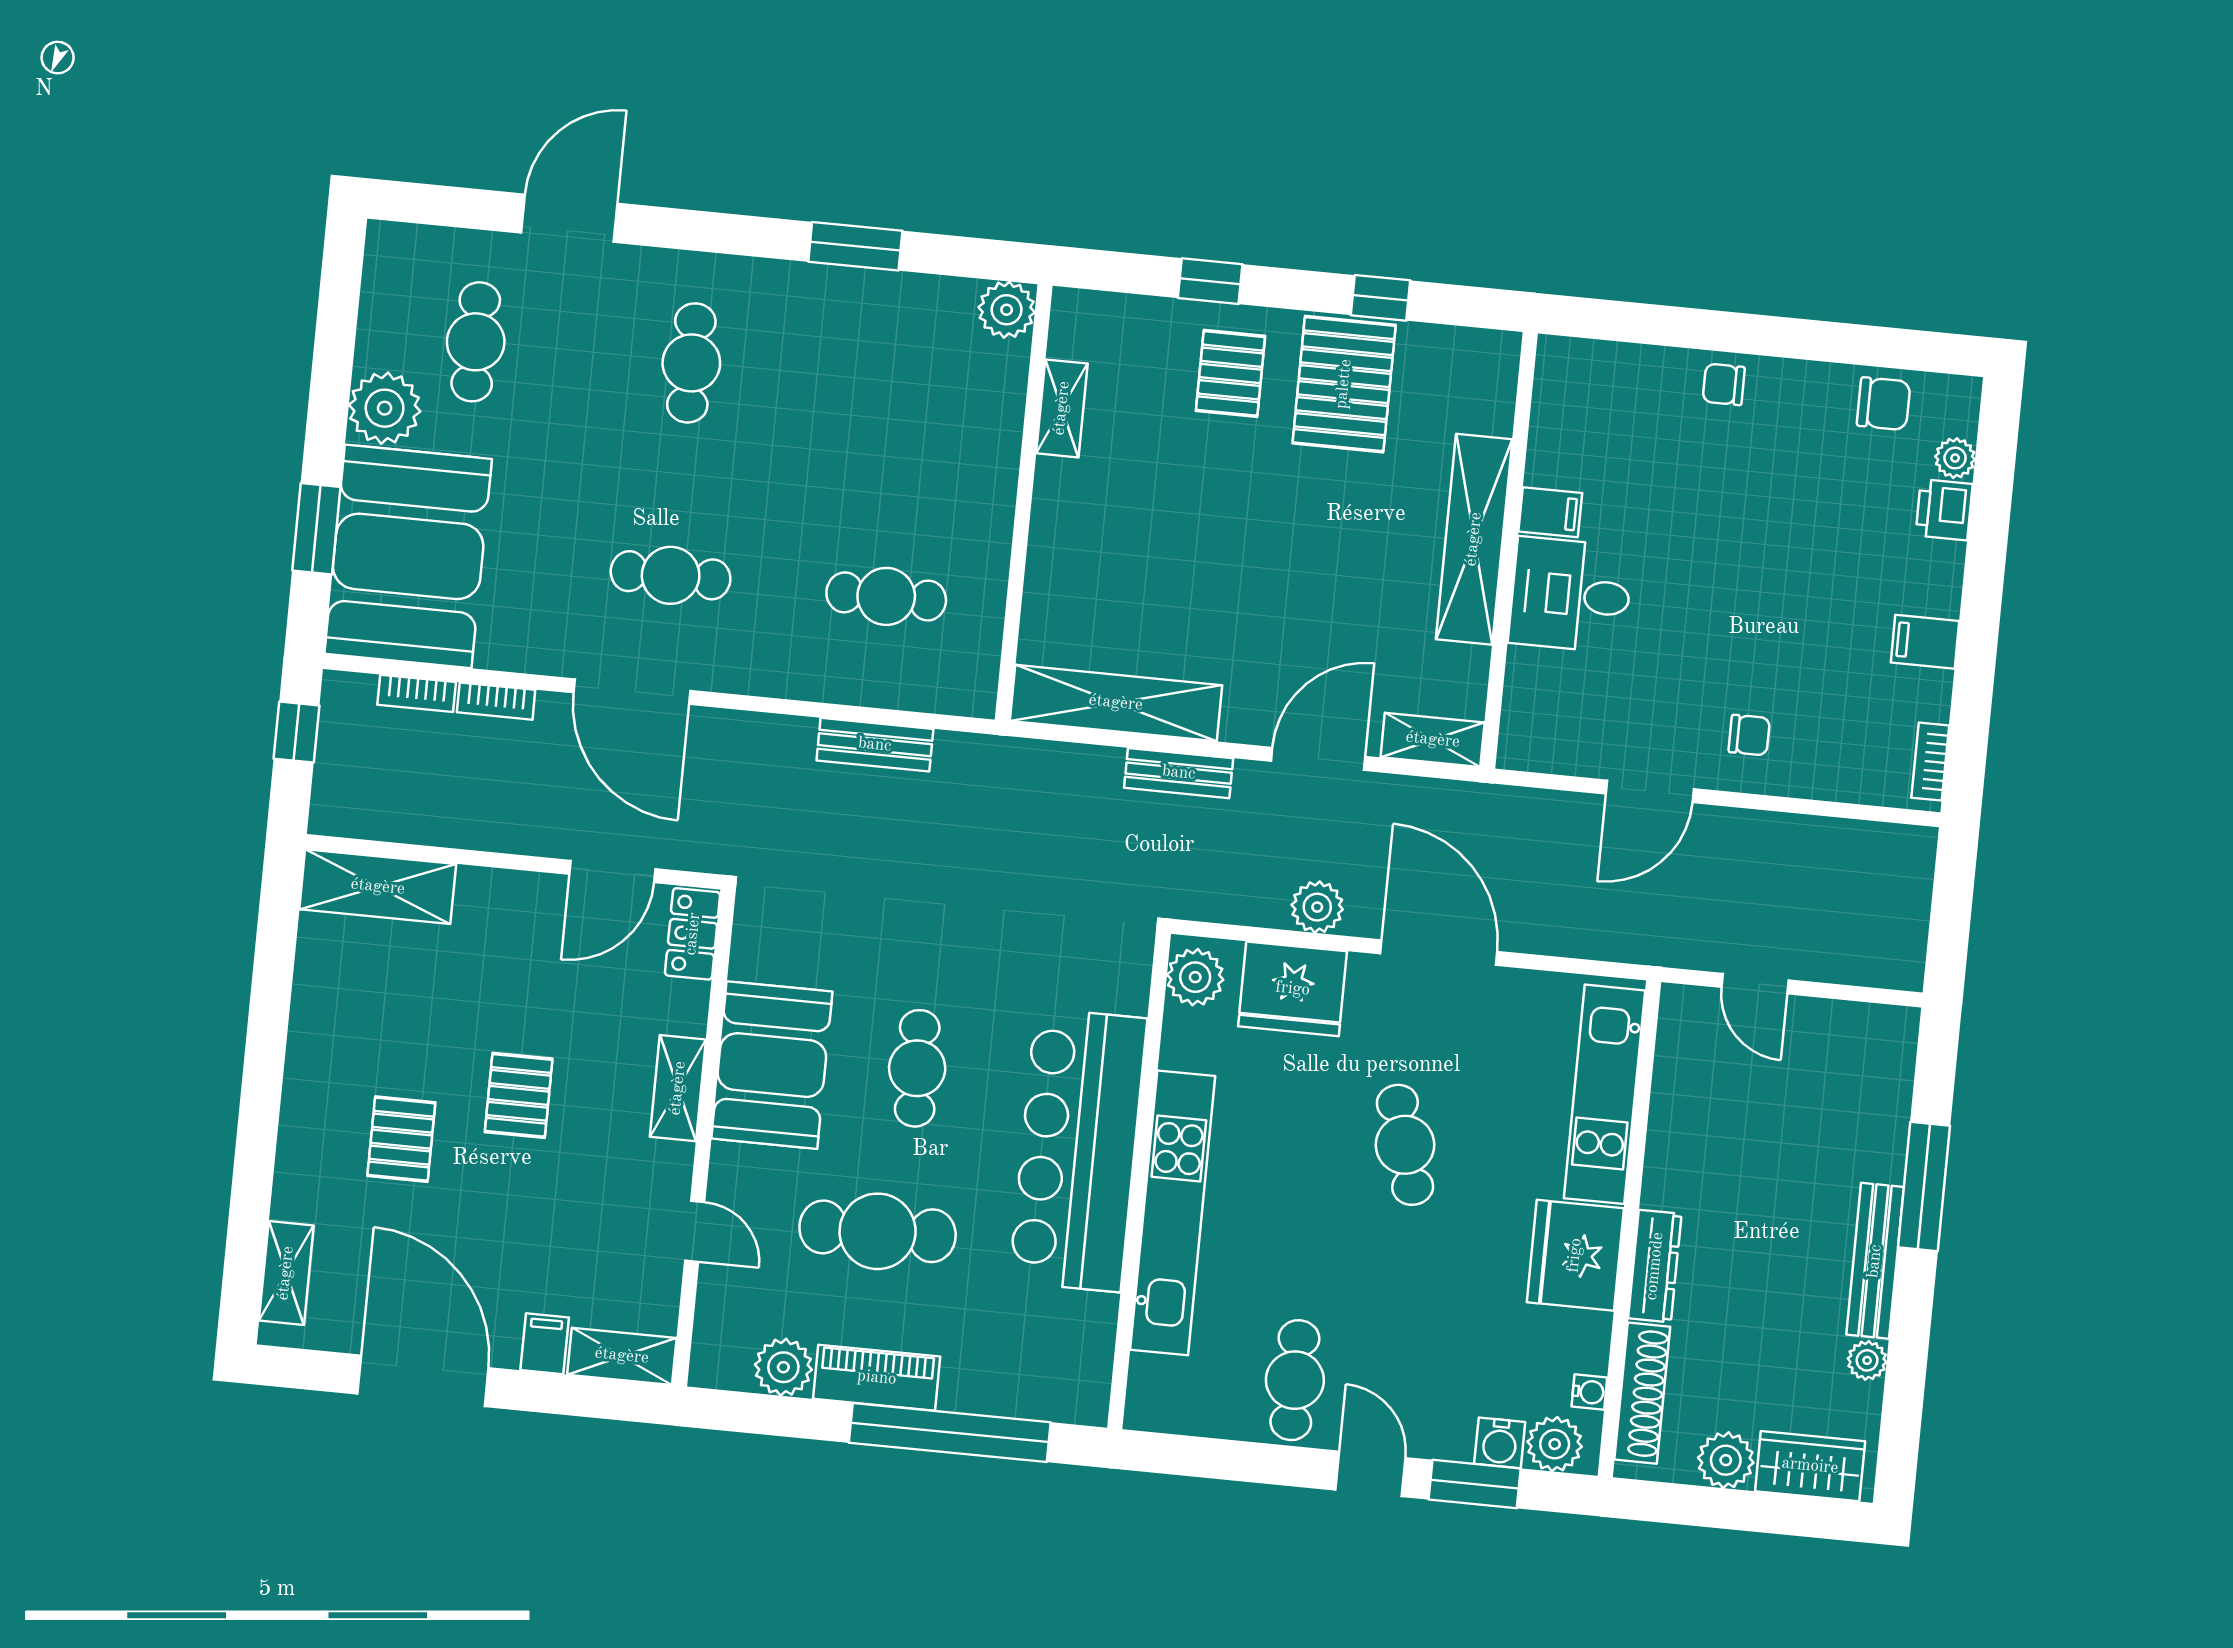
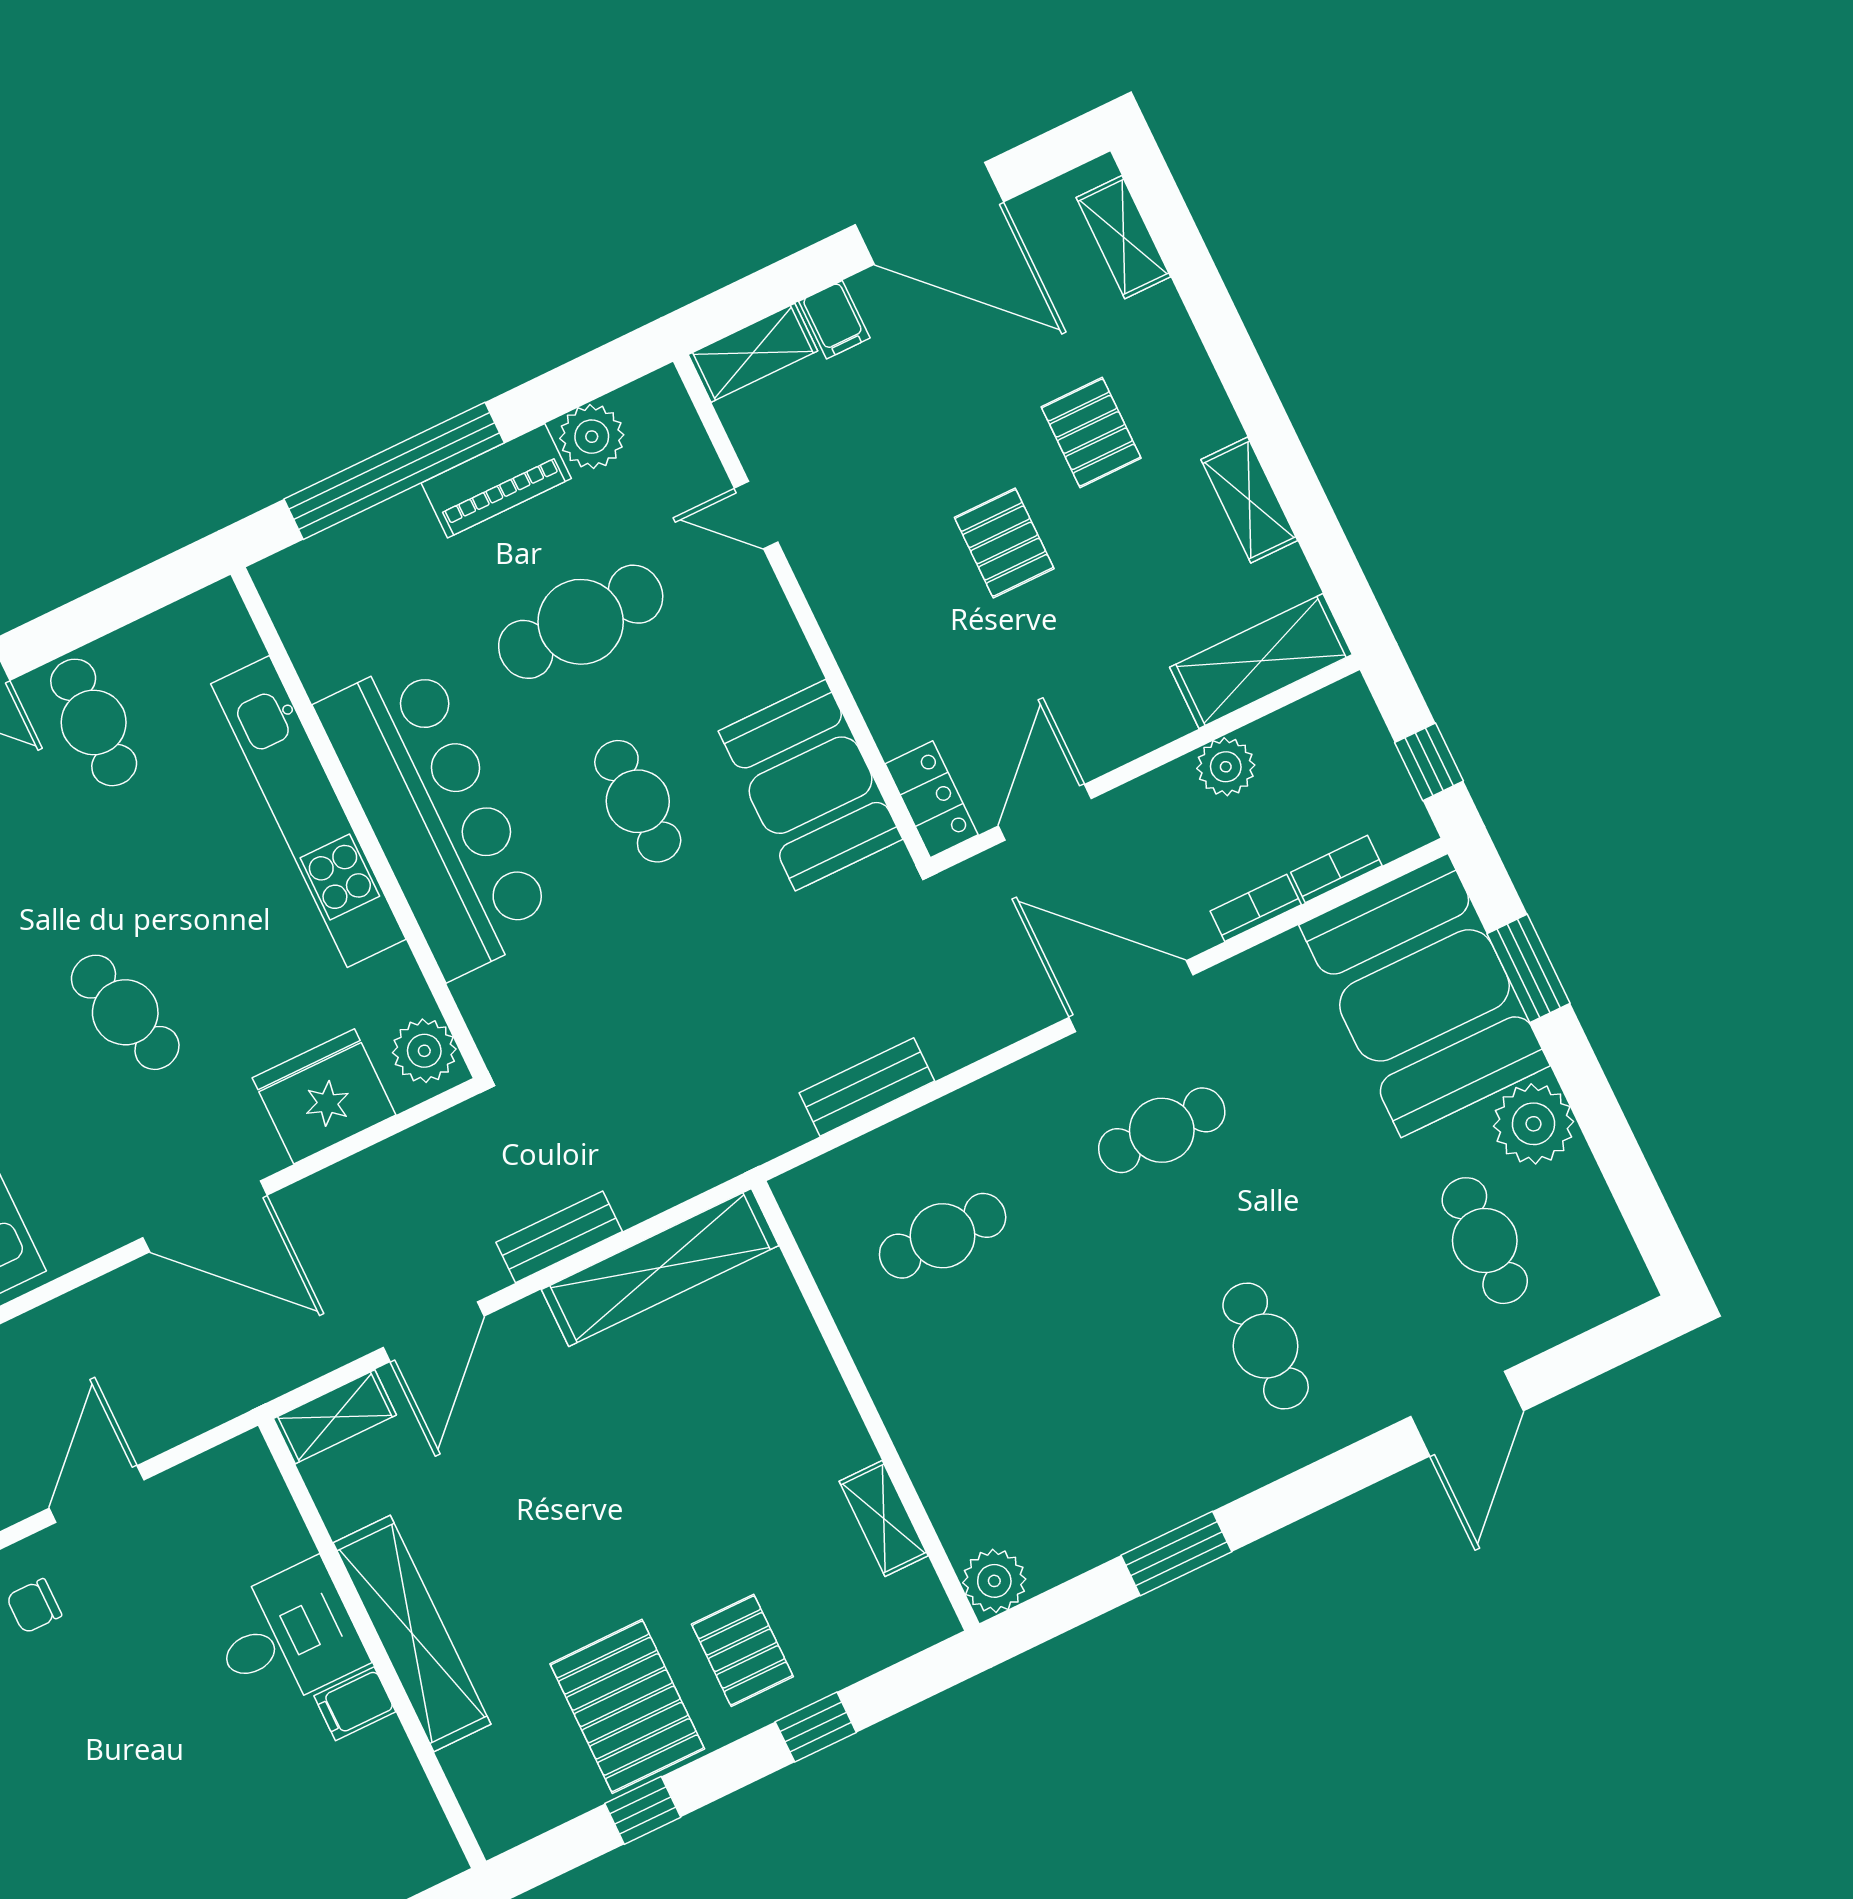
plant: (1317, 907) -> (1226, 767), moved
booth: (772, 1065) -> (811, 785), moved
shelving: (678, 1088) -> (1249, 500), moved

